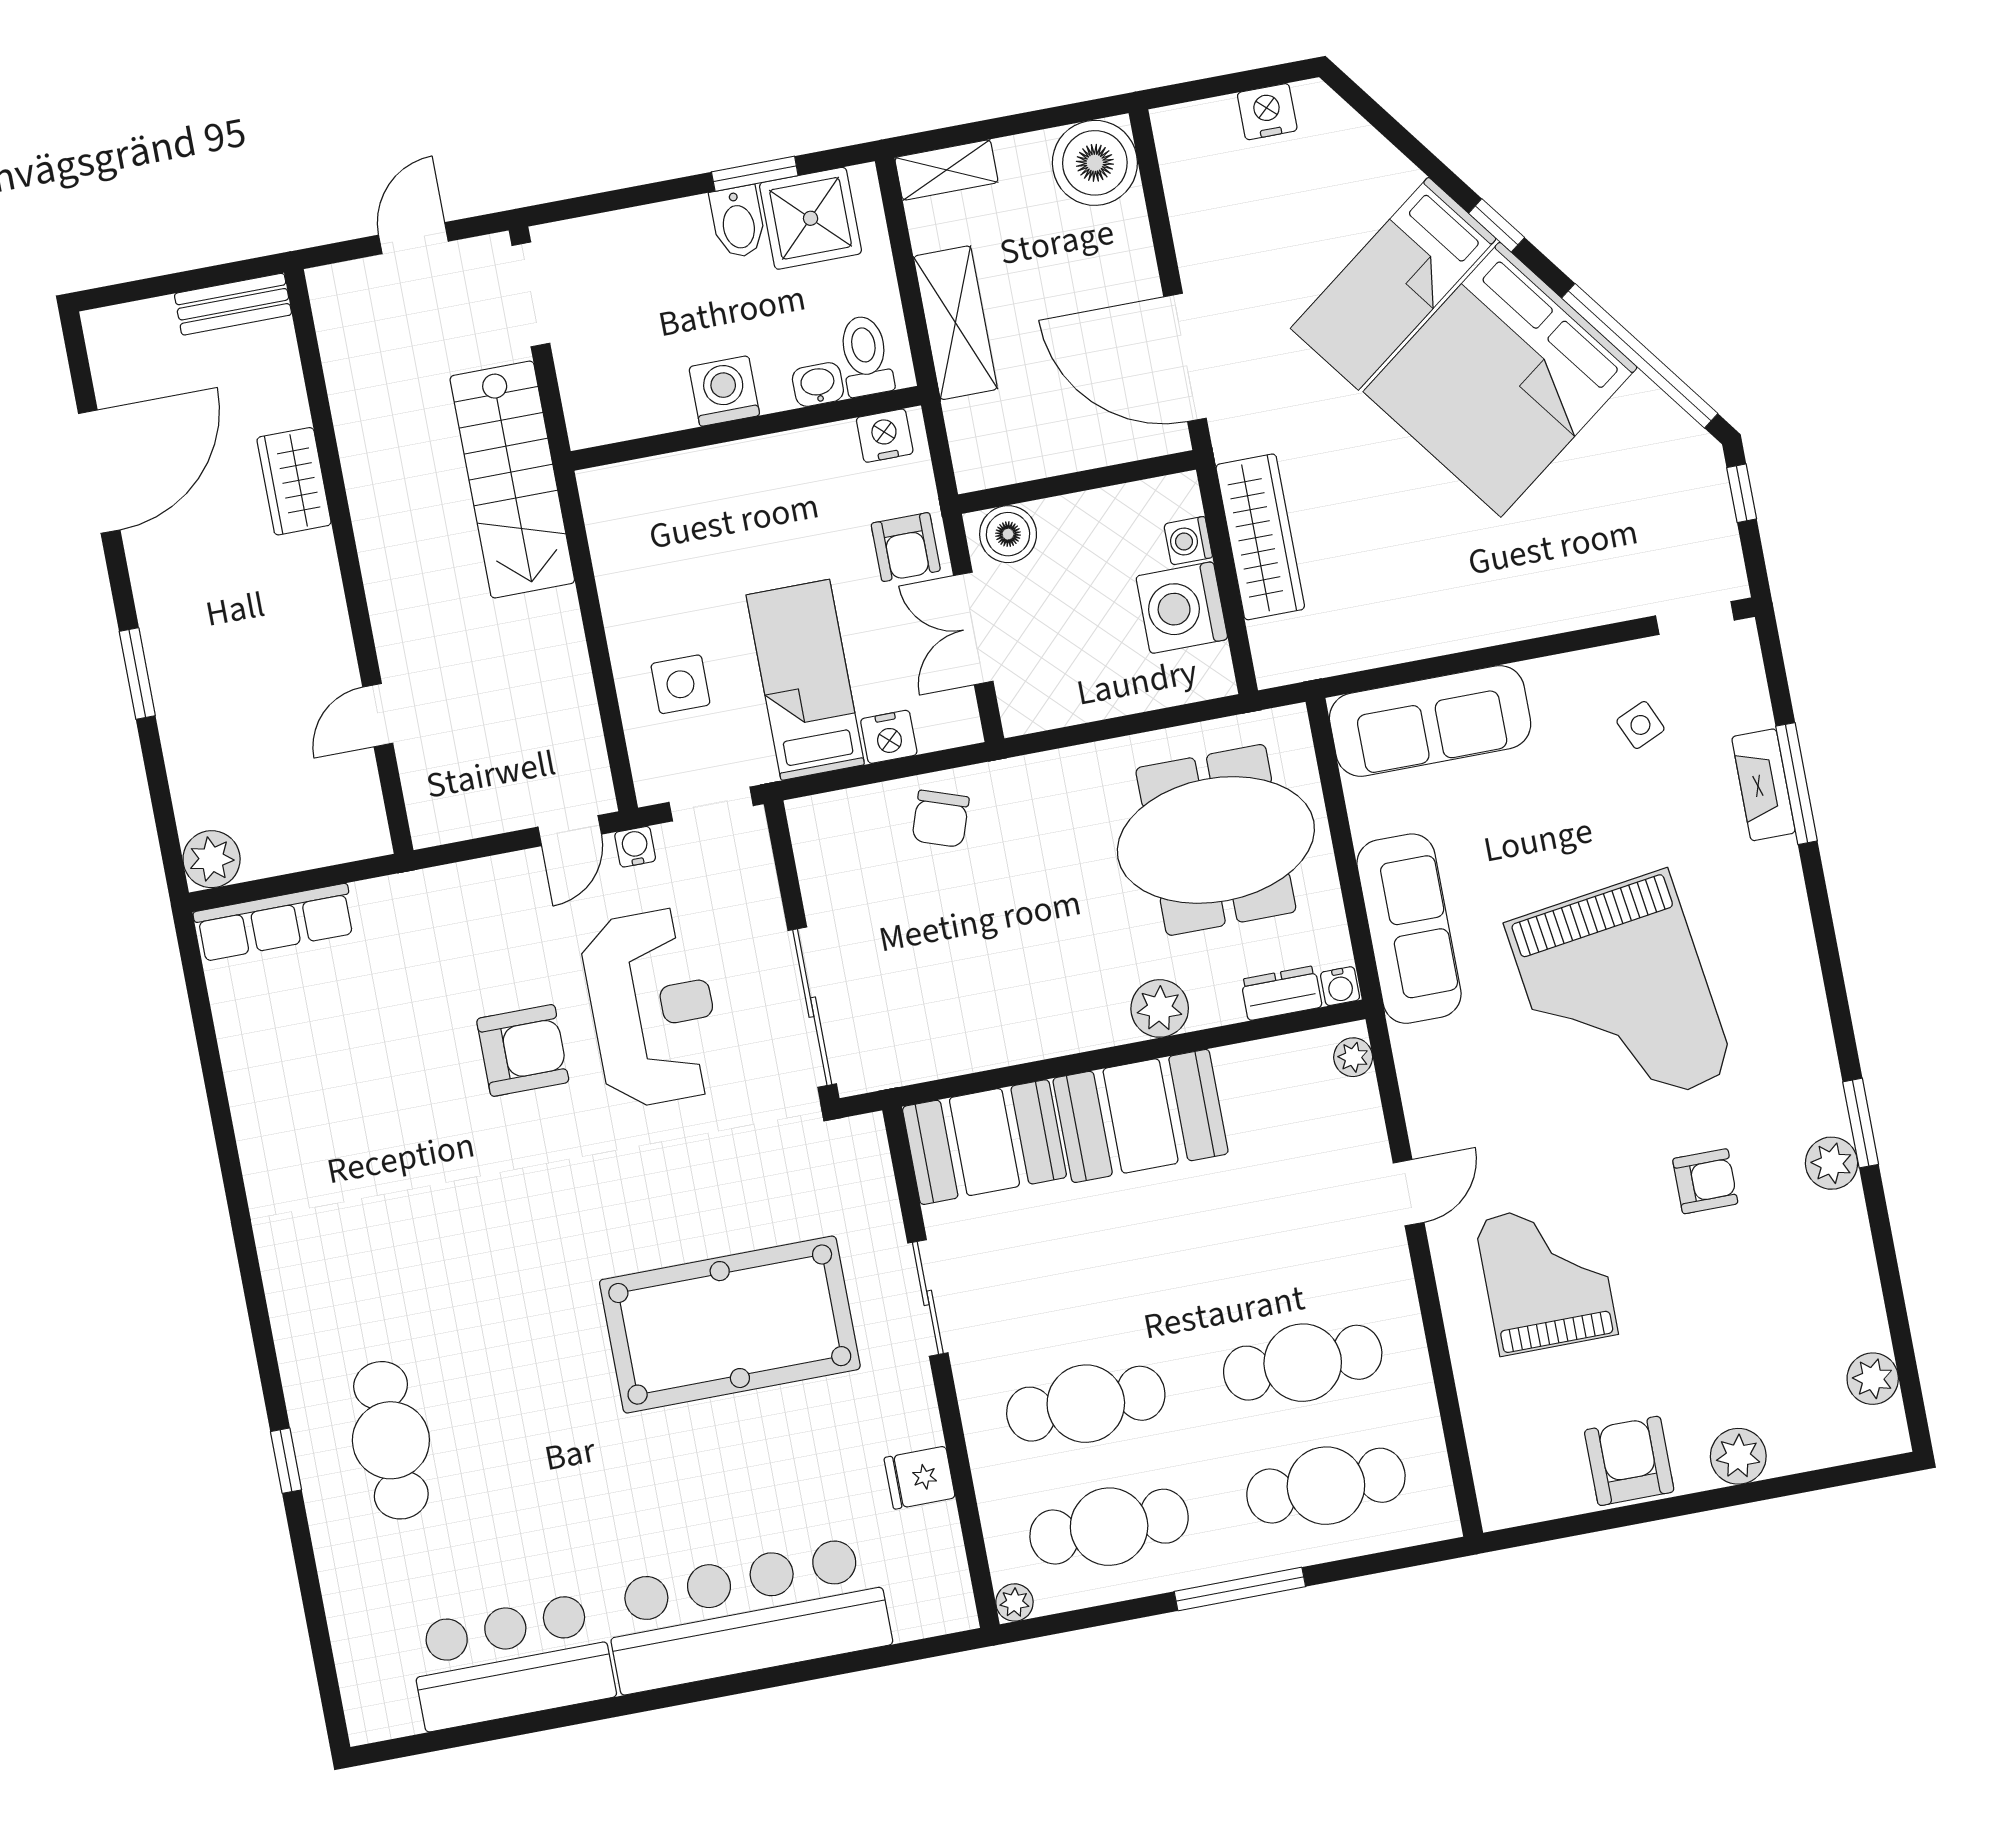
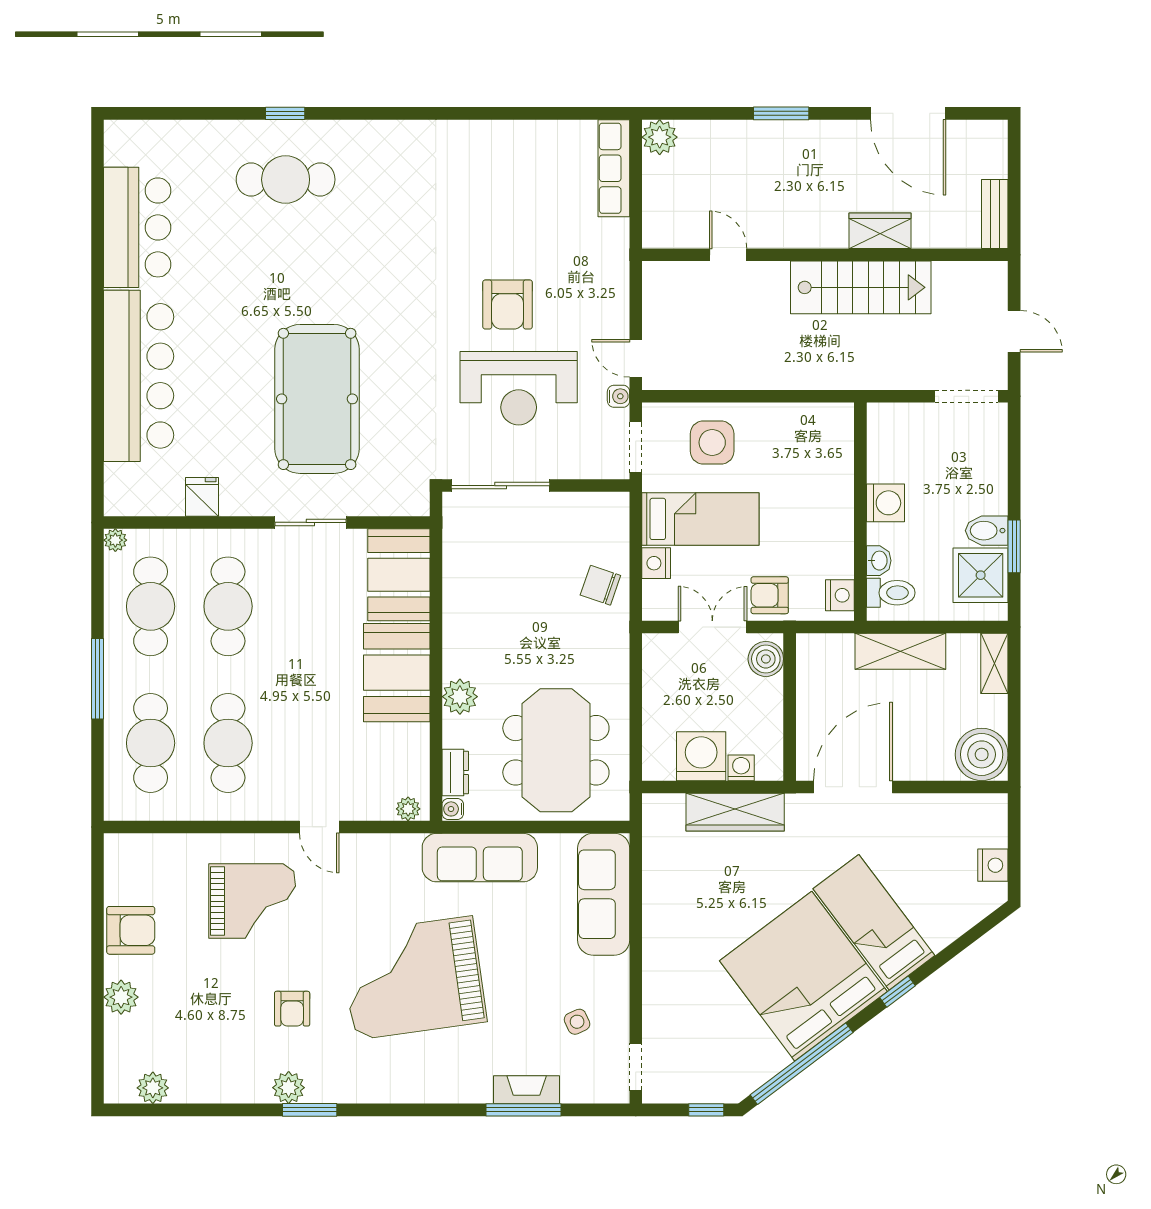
stairs: (512, 479) -> (861, 287), moved, turned 180
side table: (680, 684) -> (712, 442), width x1.37, depth x1.37

